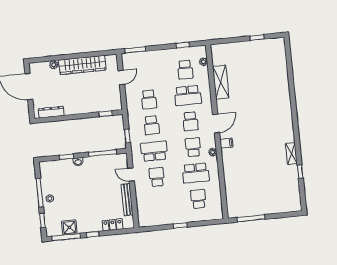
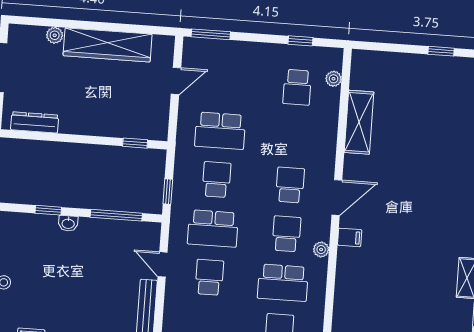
school desk: (188, 95) -> (294, 136), removed
school desk: (149, 99) -> (220, 131), width x1.85
school desk: (190, 121) -> (290, 185), turned 180
school desk: (152, 125) -> (216, 180), turned 180
school desk: (154, 151) -> (213, 228), turned 180

